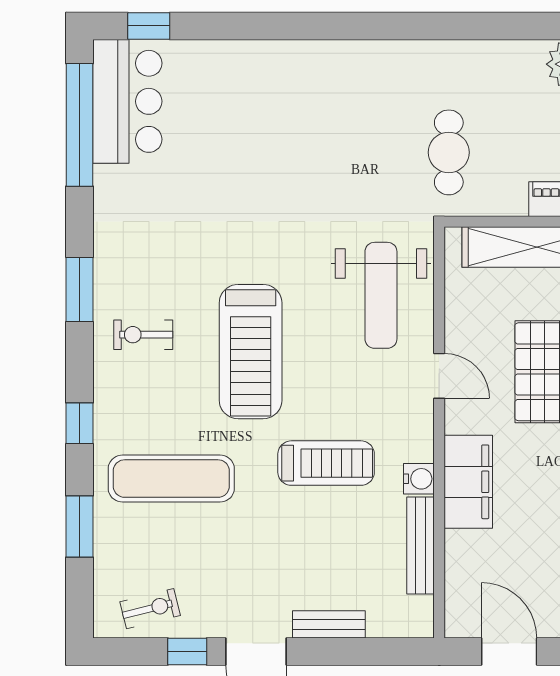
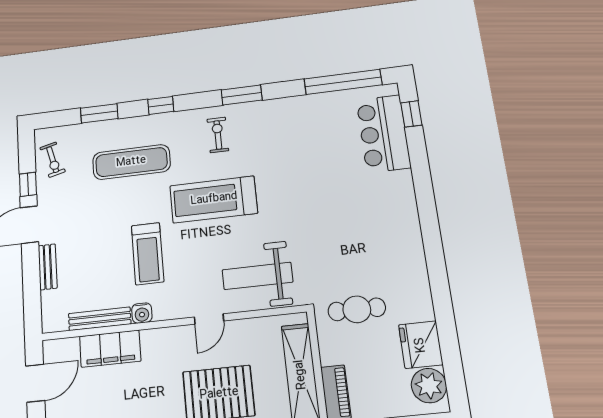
fridge: (511, 67) -> (421, 345), added
bar counter: (127, 101) -> (383, 134), moved, turned 90
exercise mat: (171, 479) -> (131, 162), turned 90
filing cabinet: (468, 482) -> (110, 349), moved

